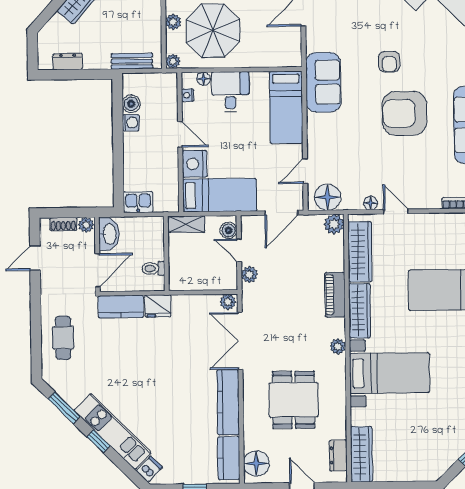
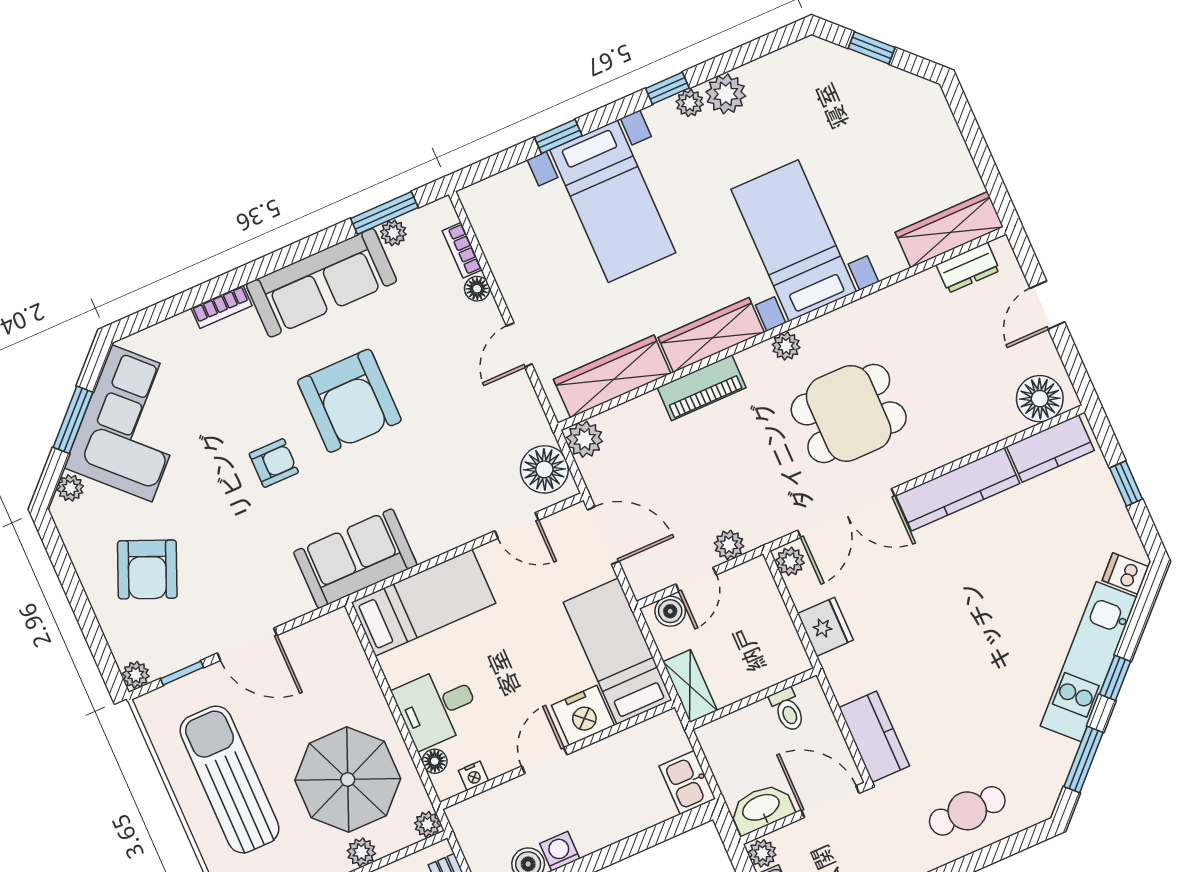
floor lamp: (371, 203) -> (477, 289), moved
fridge: (158, 306) -> (825, 627), moved
dining table: (294, 400) -> (849, 413), moved

